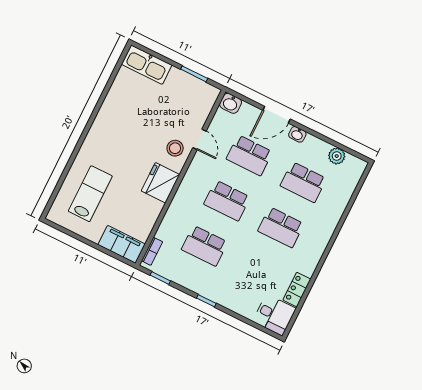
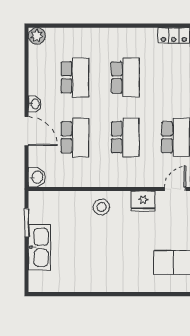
kitchen sink: (147, 65) -> (39, 247), moved
door: (199, 139) -> (175, 189), moved
plant: (337, 156) -> (37, 36), moved
fridge: (161, 183) -> (143, 201), width x0.73, depth x0.75

